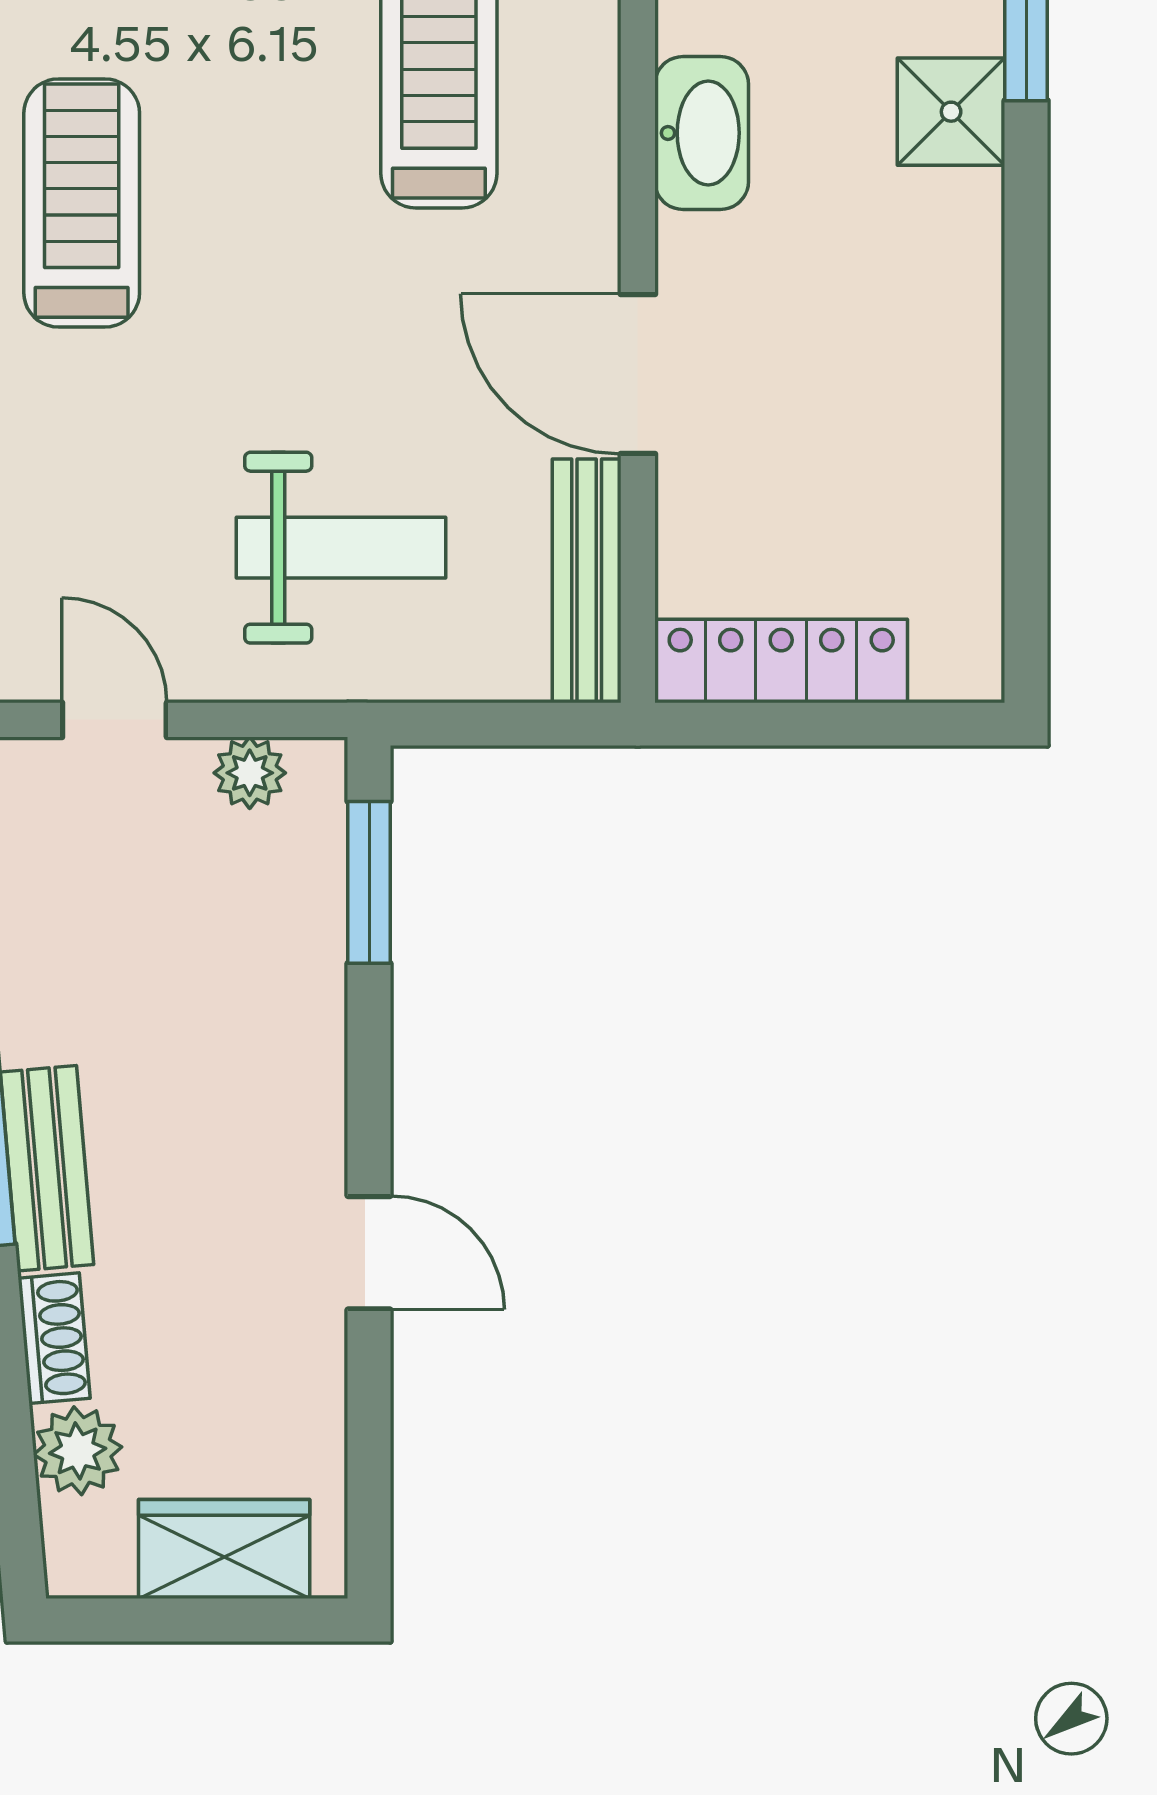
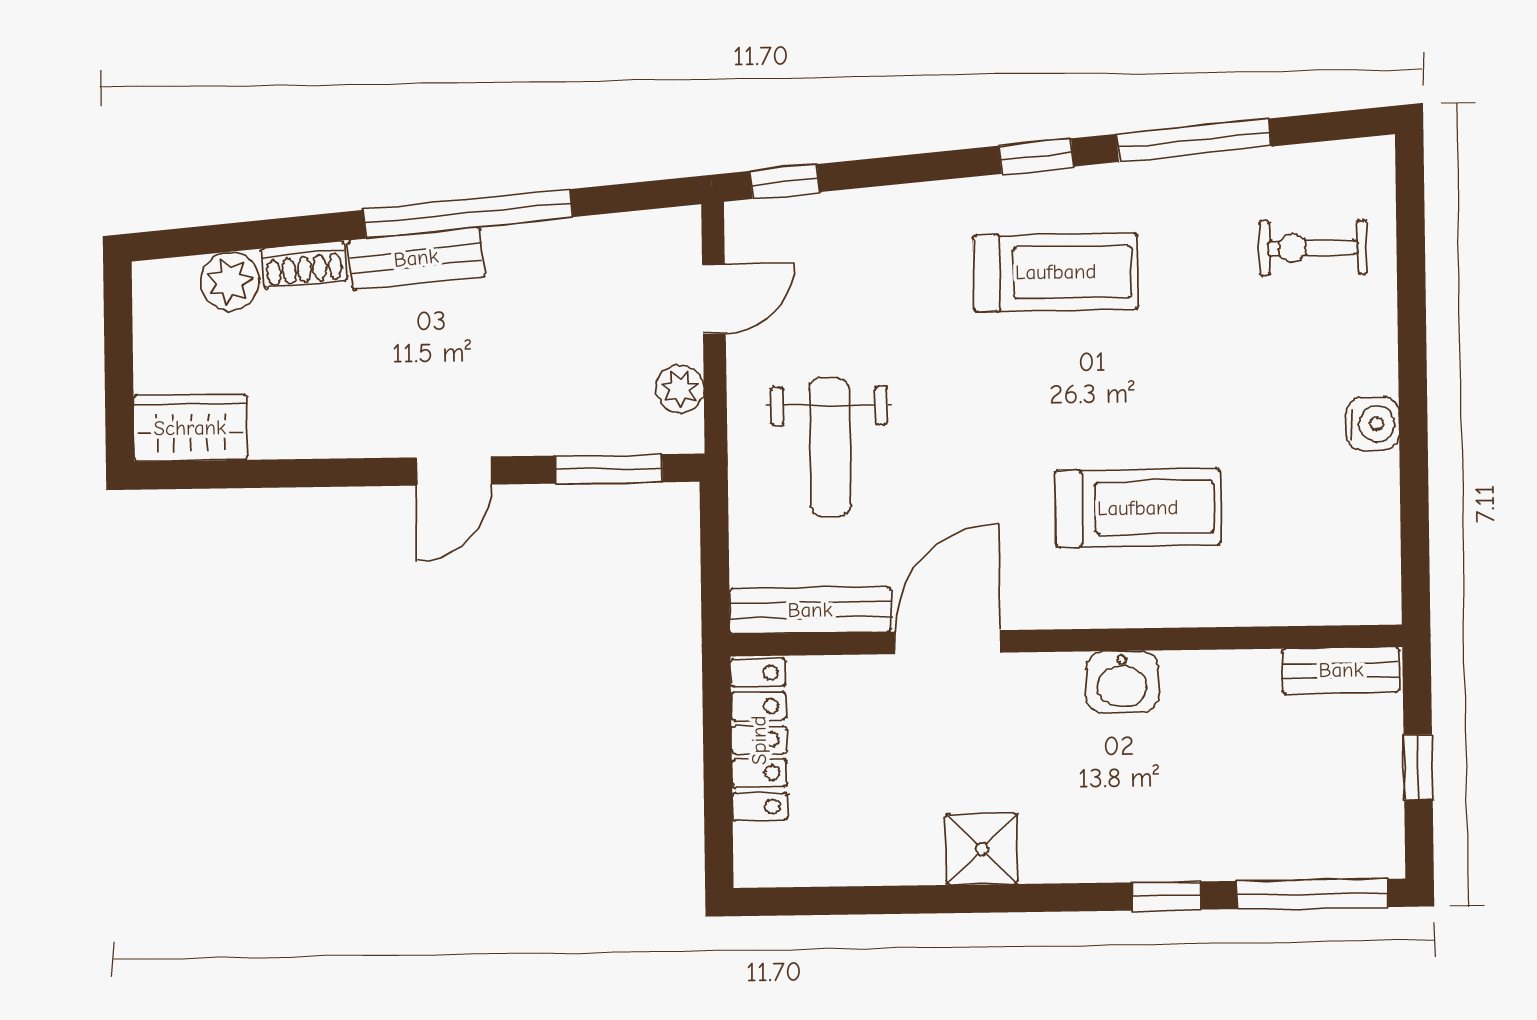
shower: (951, 112) -> (982, 849), moved
washbasin: (702, 133) -> (1122, 682), width x0.72
door: (369, 1253) -> (454, 471), moved
wardrobe: (224, 1549) -> (190, 428), moved, turned -90

